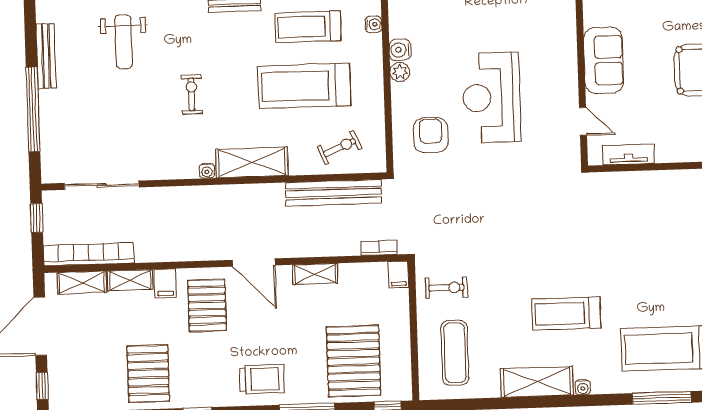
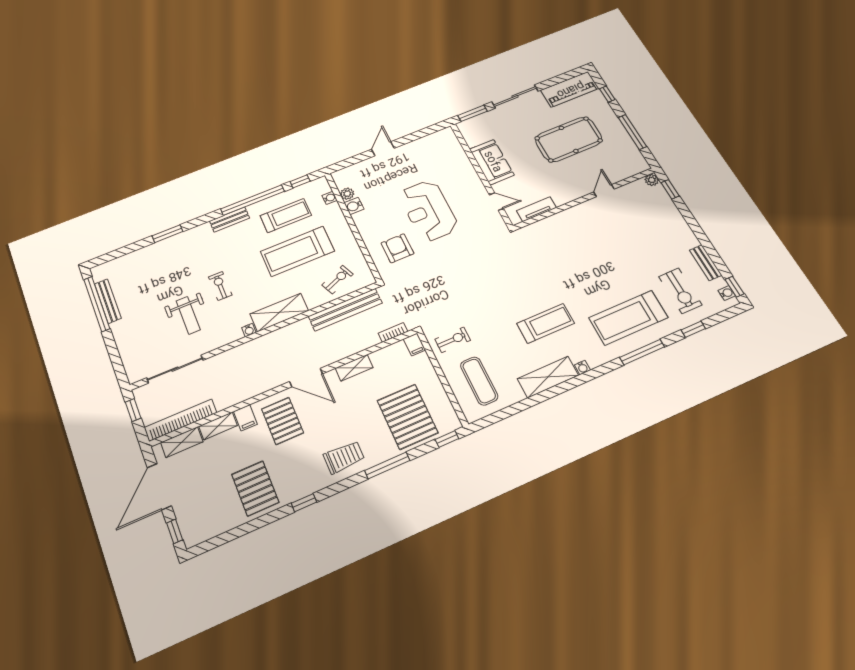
treadmill: (308, 27) -> (286, 216), turned 180
weight bench: (123, 42) -> (188, 315), moved
plant: (400, 72) -> (347, 194), moved
window: (33, 109) -> (97, 304), moved
treadmill: (566, 314) -> (546, 323), turned 180

